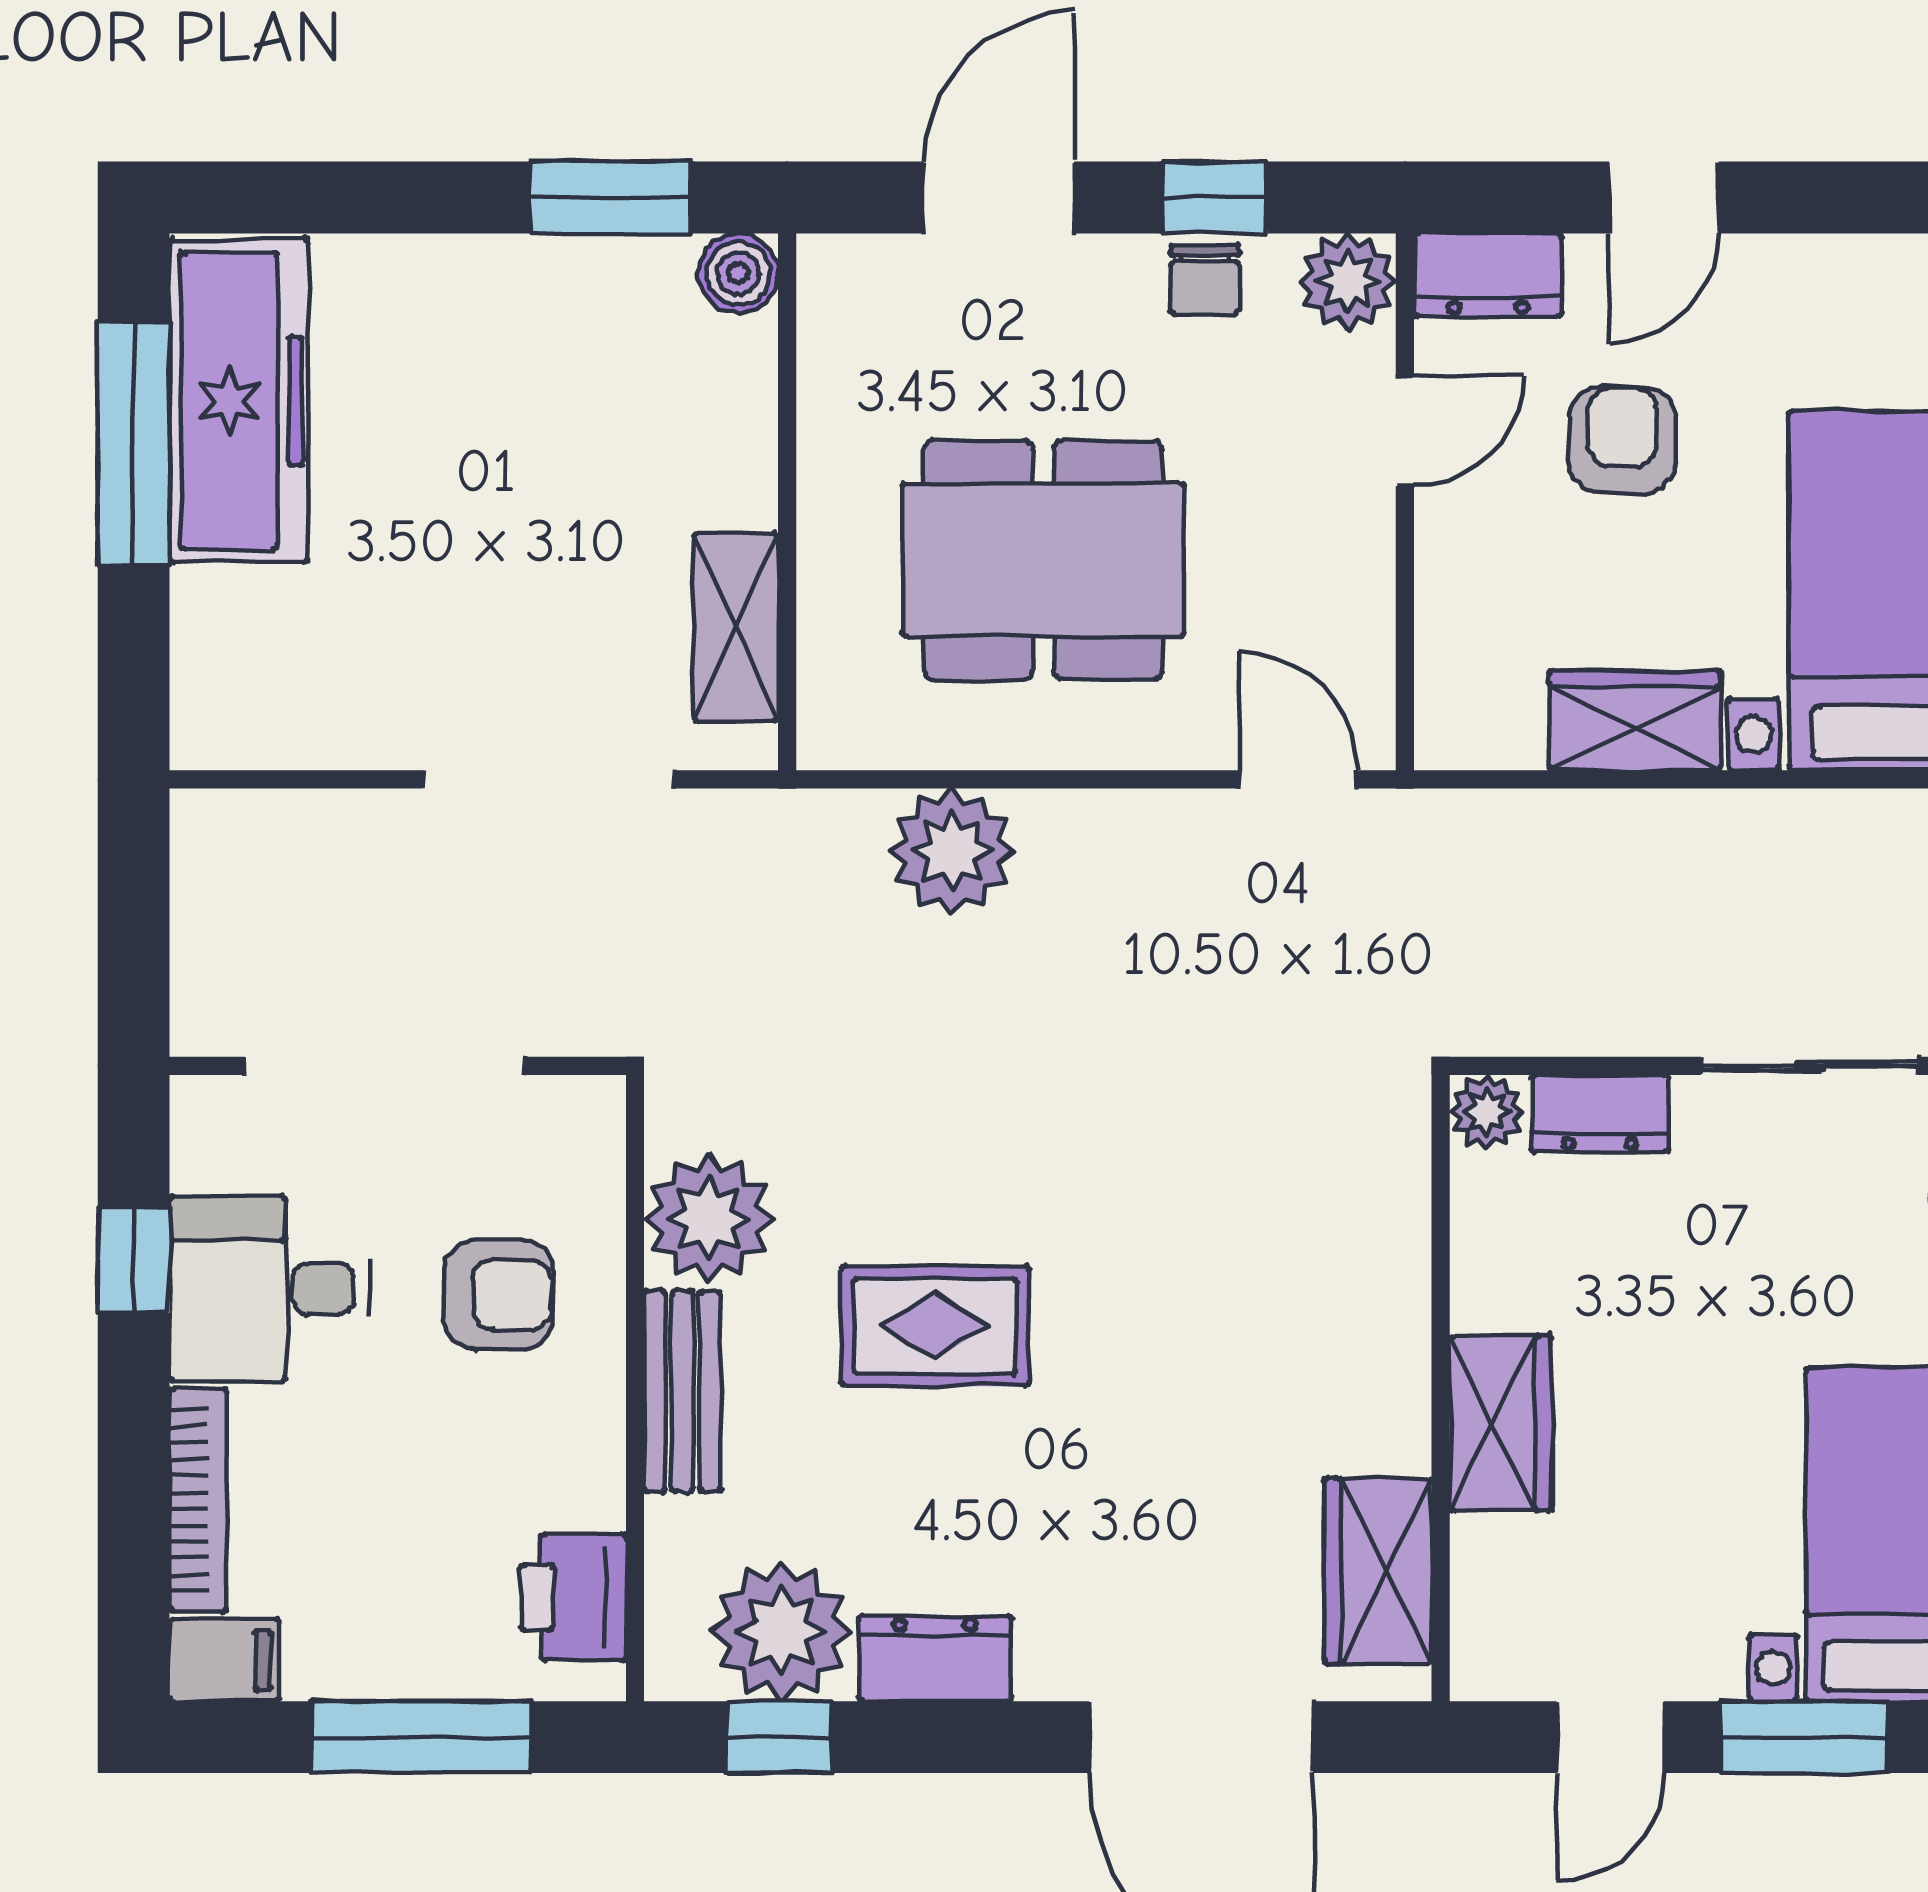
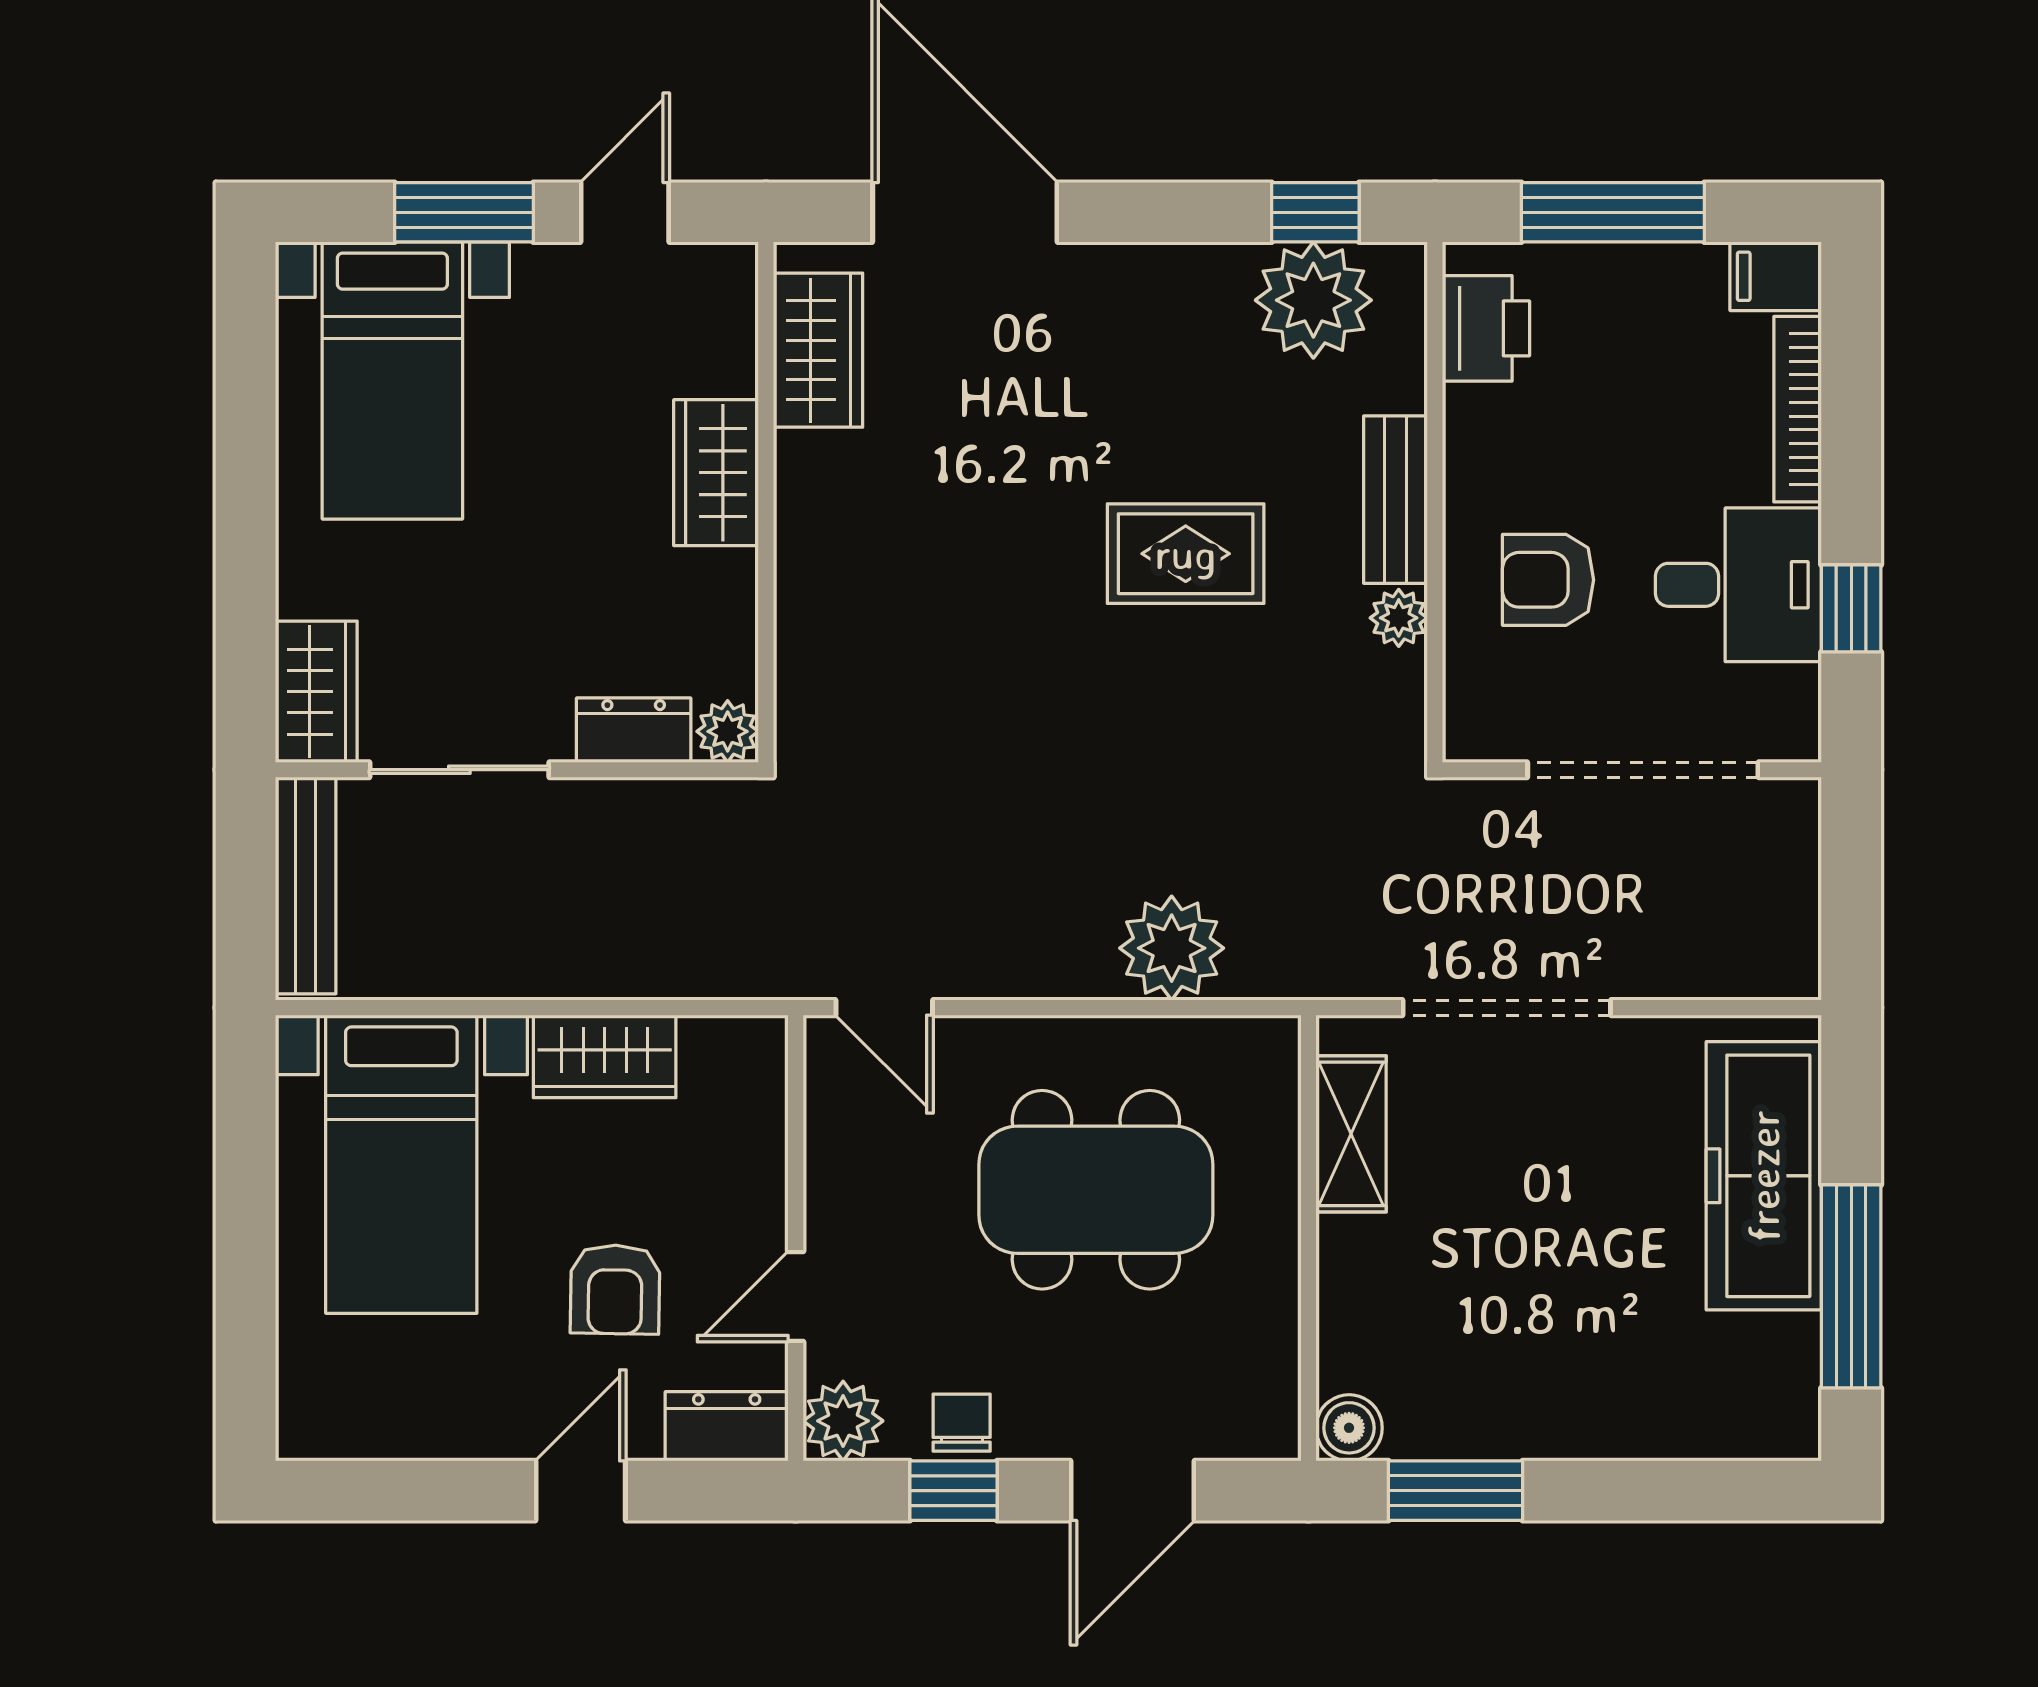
freezer: (239, 401) -> (1764, 1176), moved
plant: (709, 1218) -> (1399, 618), width x0.53, depth x0.53
dresser: (935, 1658) -> (1186, 278), removed

